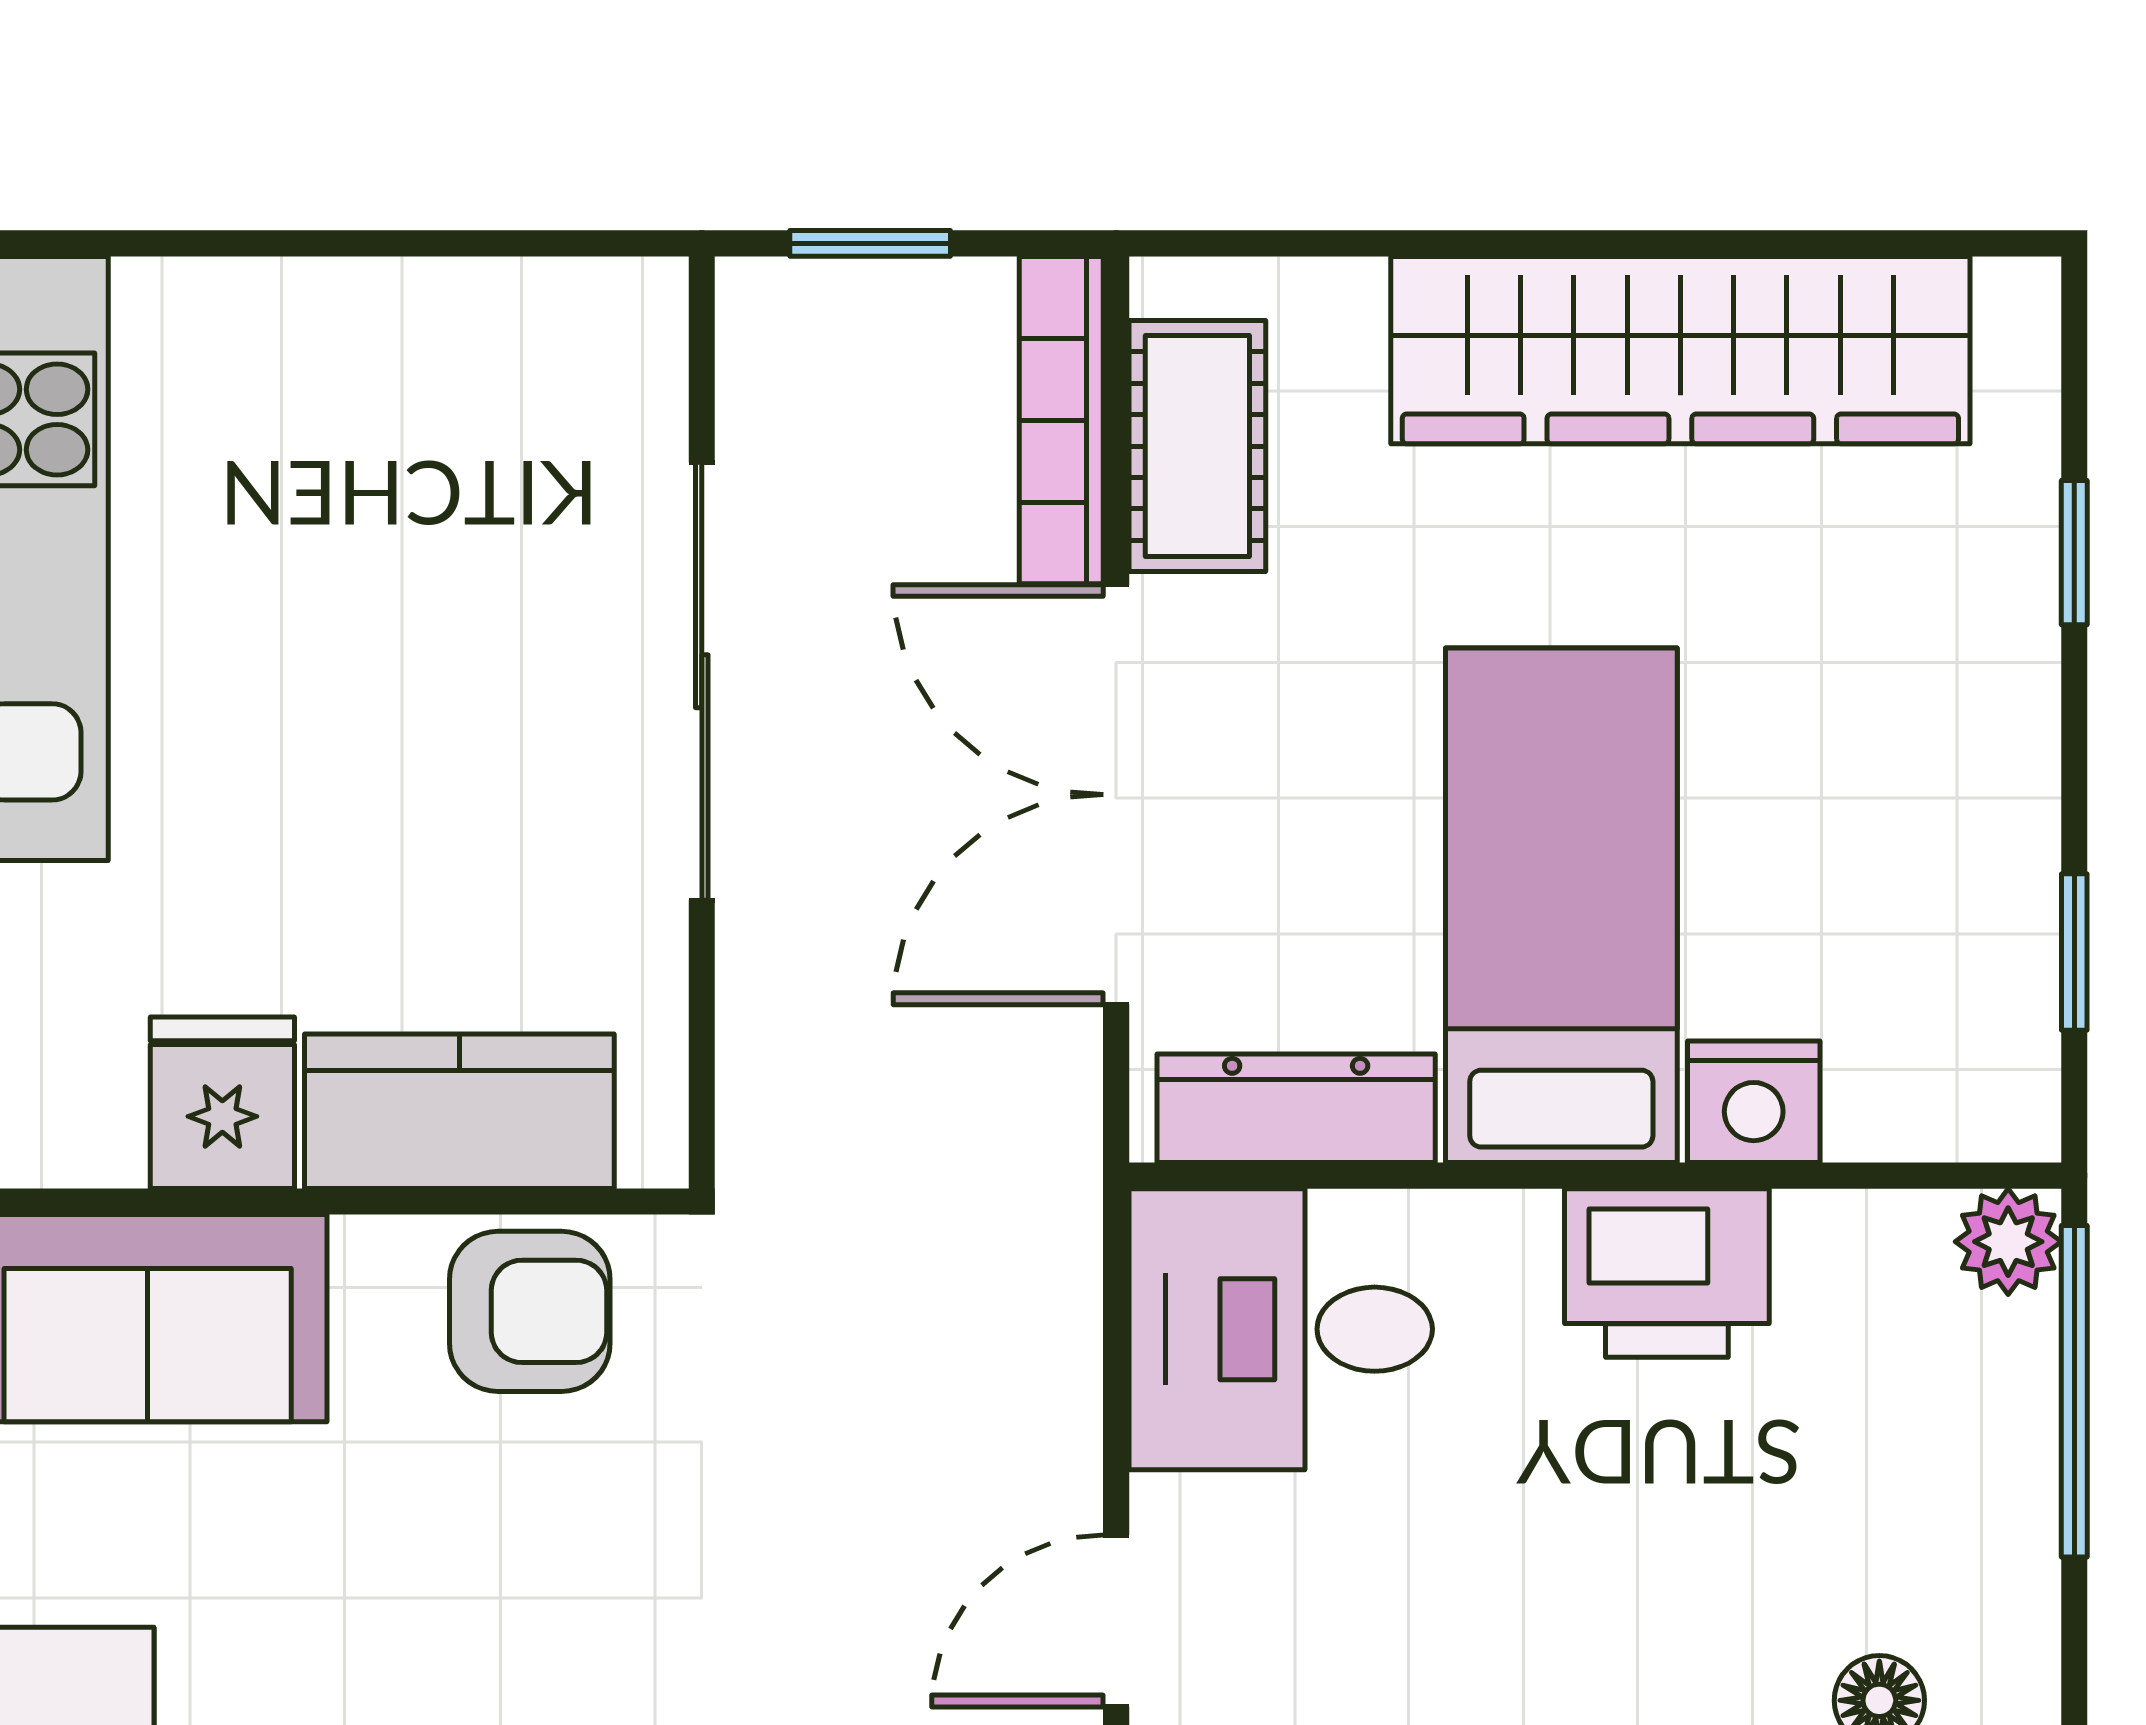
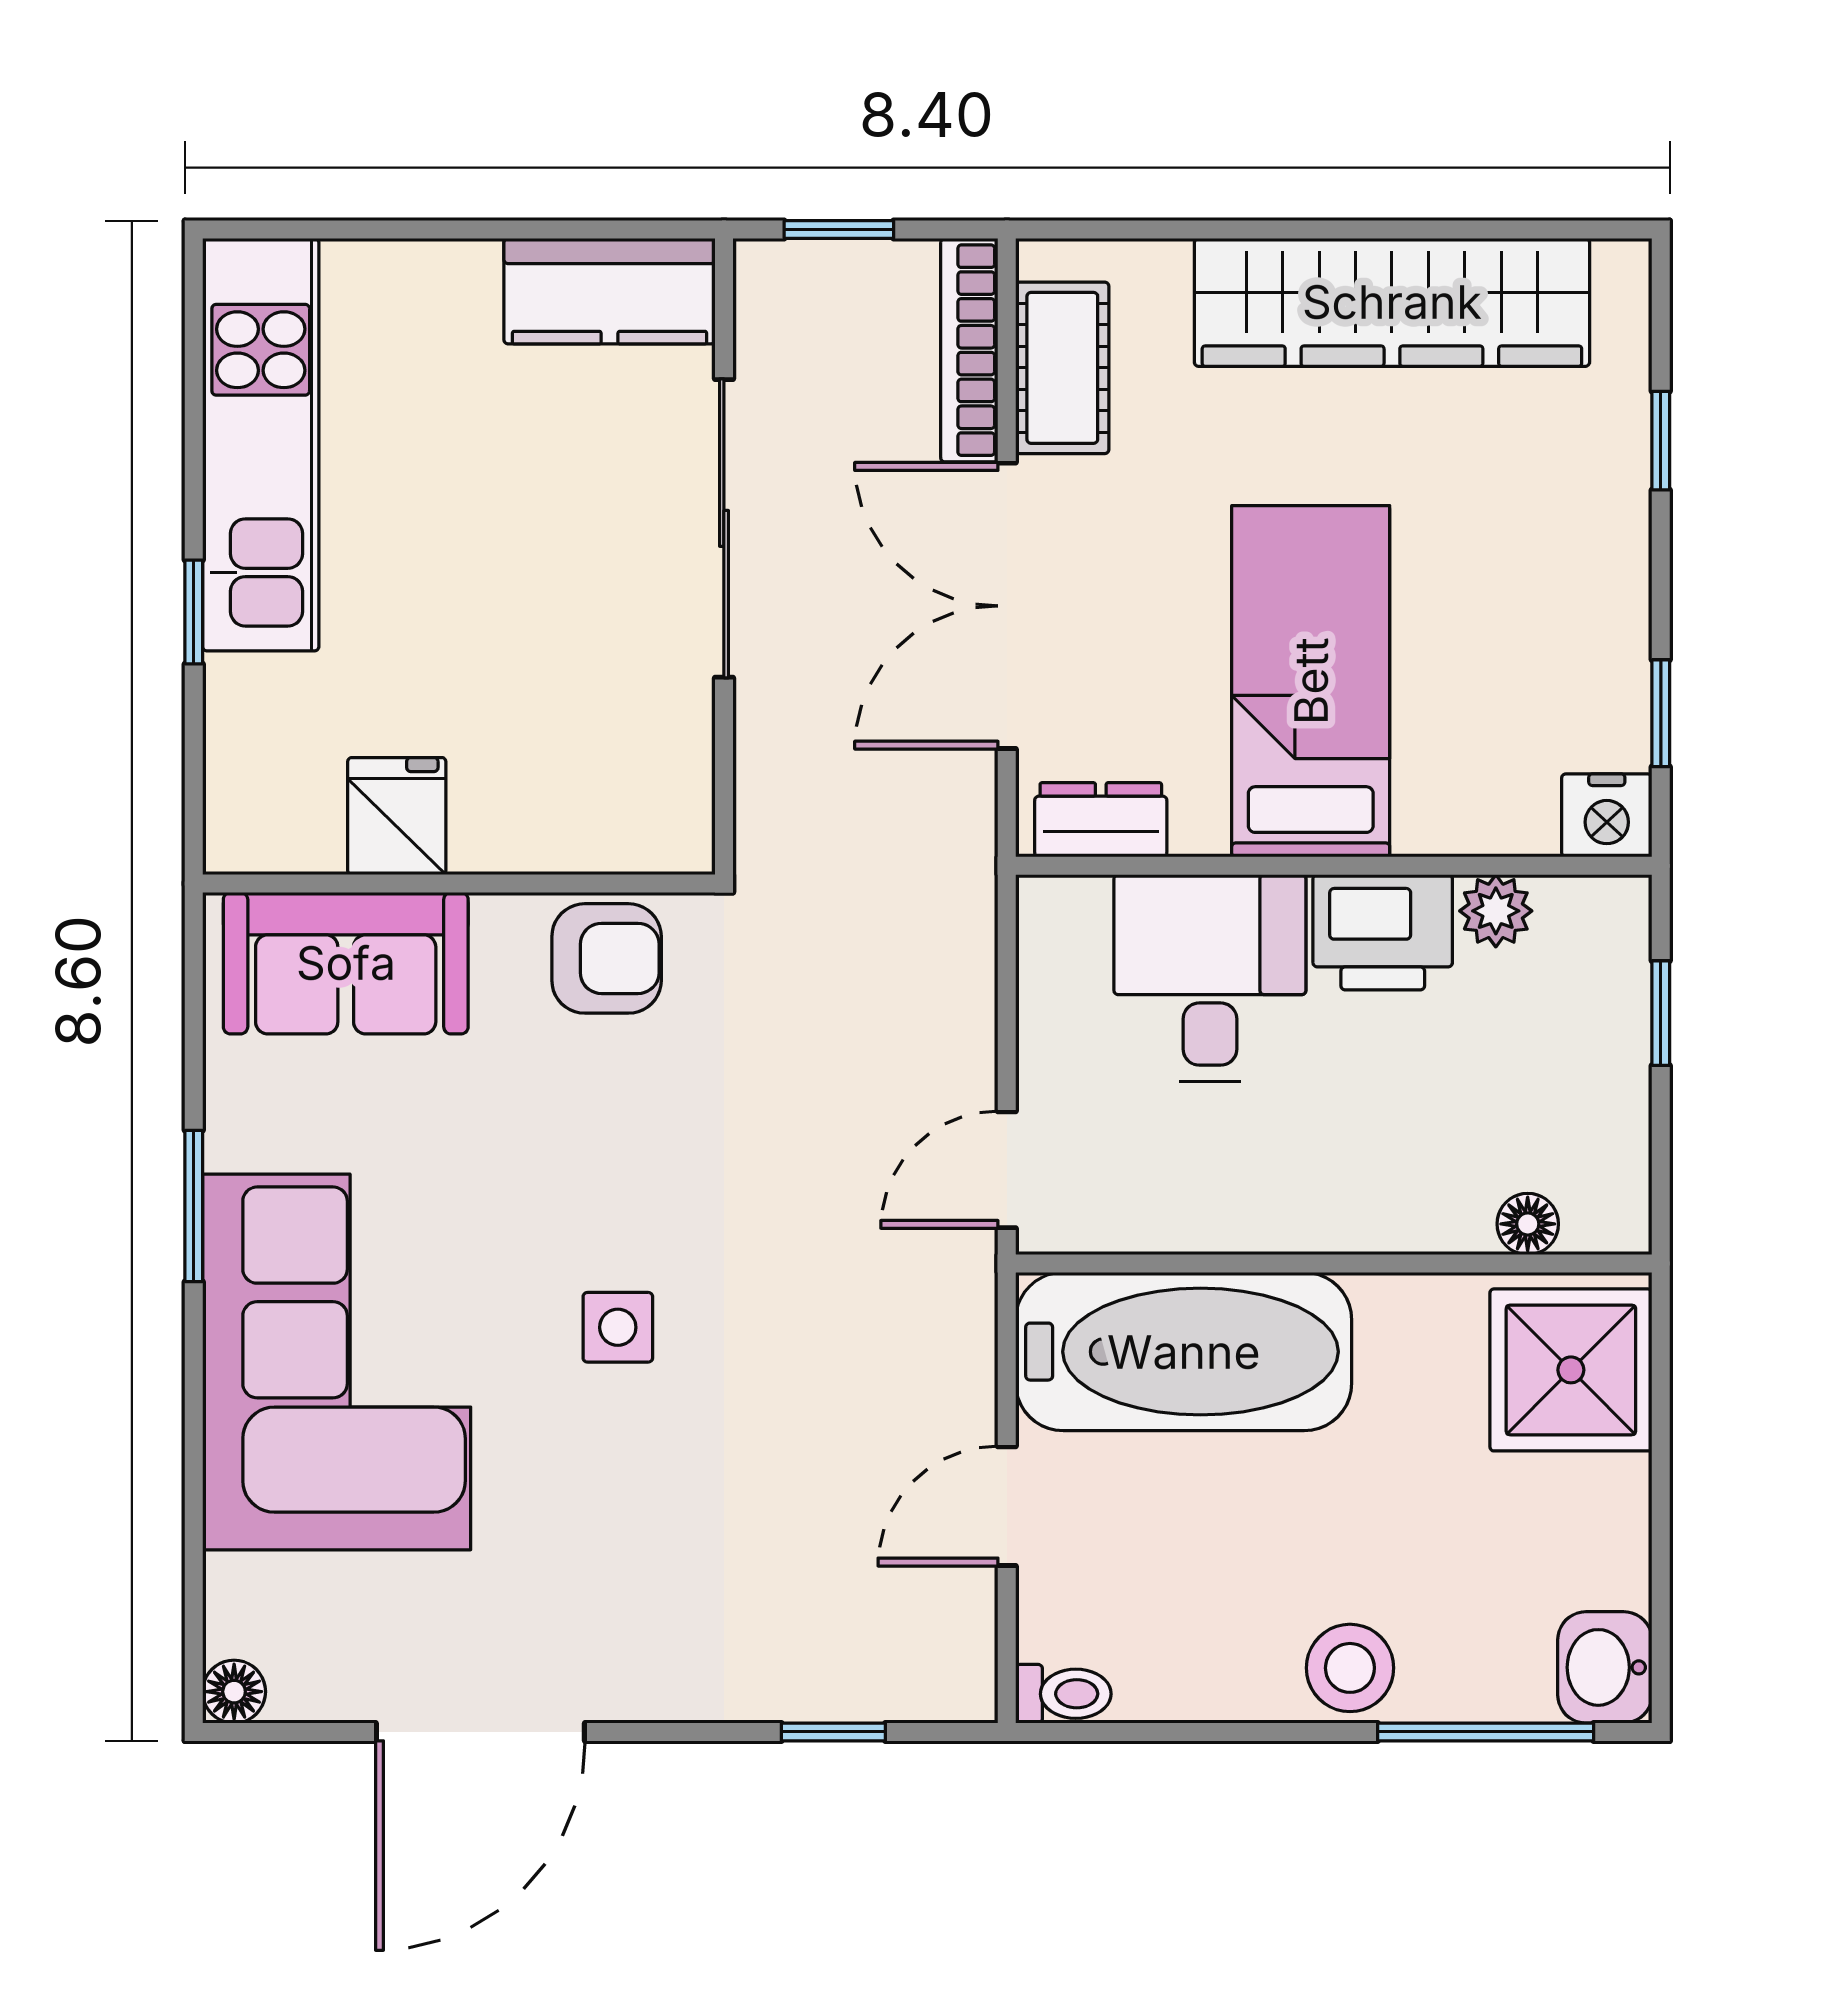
nightstand: (1754, 1102) -> (1607, 815), moved
dresser: (1296, 1108) -> (1101, 820), width x0.70
kitchen counter: (459, 1111) -> (610, 291), moved, turned 180
plant: (2008, 1242) -> (1496, 911), moved
desk: (1281, 1329) -> (1210, 978), moved, turned 90
window: (2074, 1391) -> (1661, 1013), width x0.46

